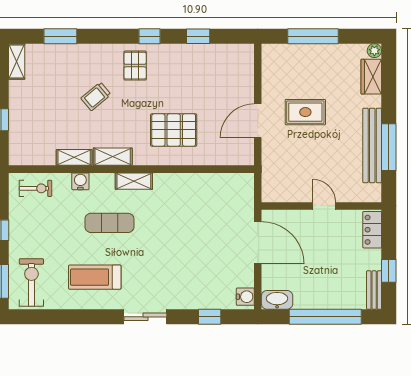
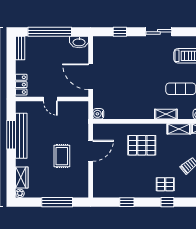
window: (149, 36) -> (167, 202), moved
pallet: (135, 66) -> (165, 184), turned 90
rug: (305, 112) -> (62, 156), turned 90
window: (389, 271) -> (11, 60), removed
water cooler: (245, 297) -> (98, 114), moved

